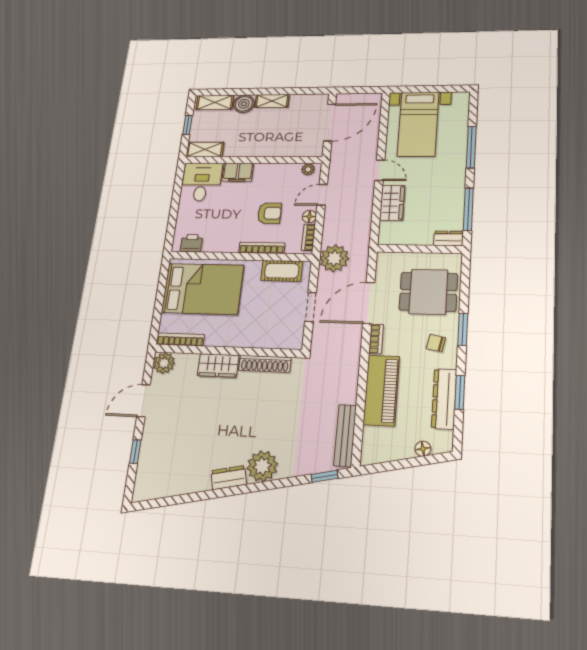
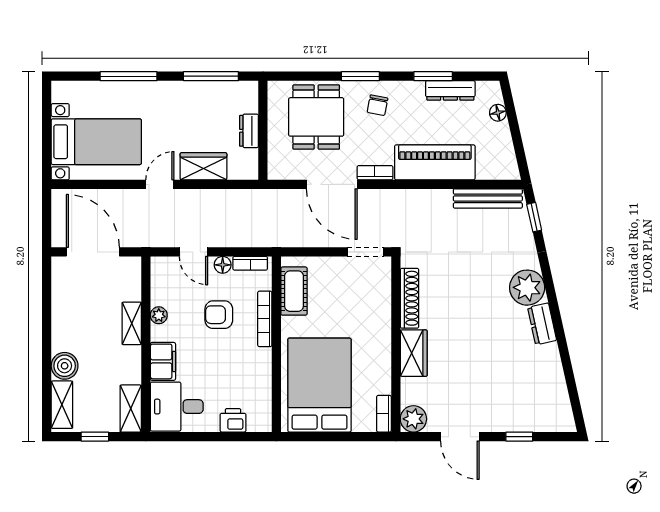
shelving: (272, 101) -> (132, 323), moved
plant: (308, 169) -> (159, 315), moved
armchair: (269, 213) -> (219, 315), turned -90
dresser: (448, 238) -> (249, 131), moved
printer: (192, 243) -> (233, 420), moved, turned 90
plant: (334, 258) -> (277, 230), removed
doorway: (311, 307) -> (366, 252), moved
bookcase: (180, 340) -> (384, 414), width x0.64
dresser: (444, 399) -> (450, 90), width x0.73, depth x0.80

